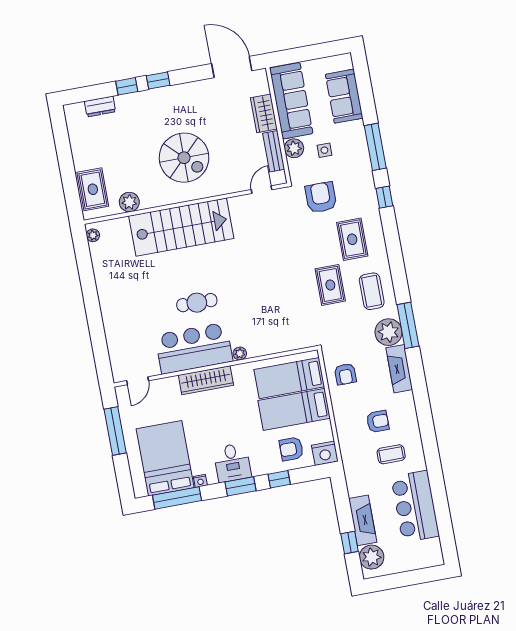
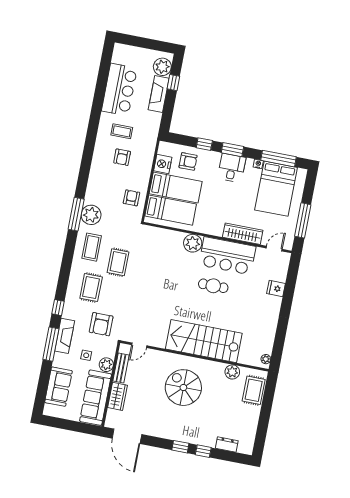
fridge: (115, 331) -> (276, 288), added
plant: (240, 354) -> (193, 243), width x1.87, depth x1.87
fireplace: (399, 369) -> (65, 336), moved
wardrobe: (206, 380) -> (243, 234), moved
armchair: (378, 421) -> (122, 157), turned -90
nightstand: (325, 453) -> (163, 164), moved, turned -90

